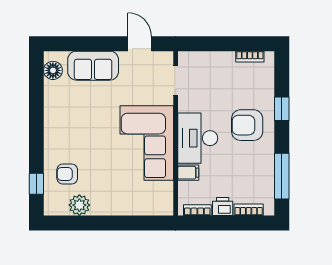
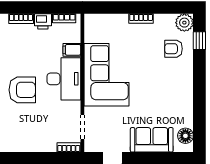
bookcase: (250, 57) -> (69, 147), moved
armchair: (67, 174) -> (173, 49), turned 180
plant: (79, 205) -> (184, 23), moved
bookcase: (106, 210) -> (141, 19), added

